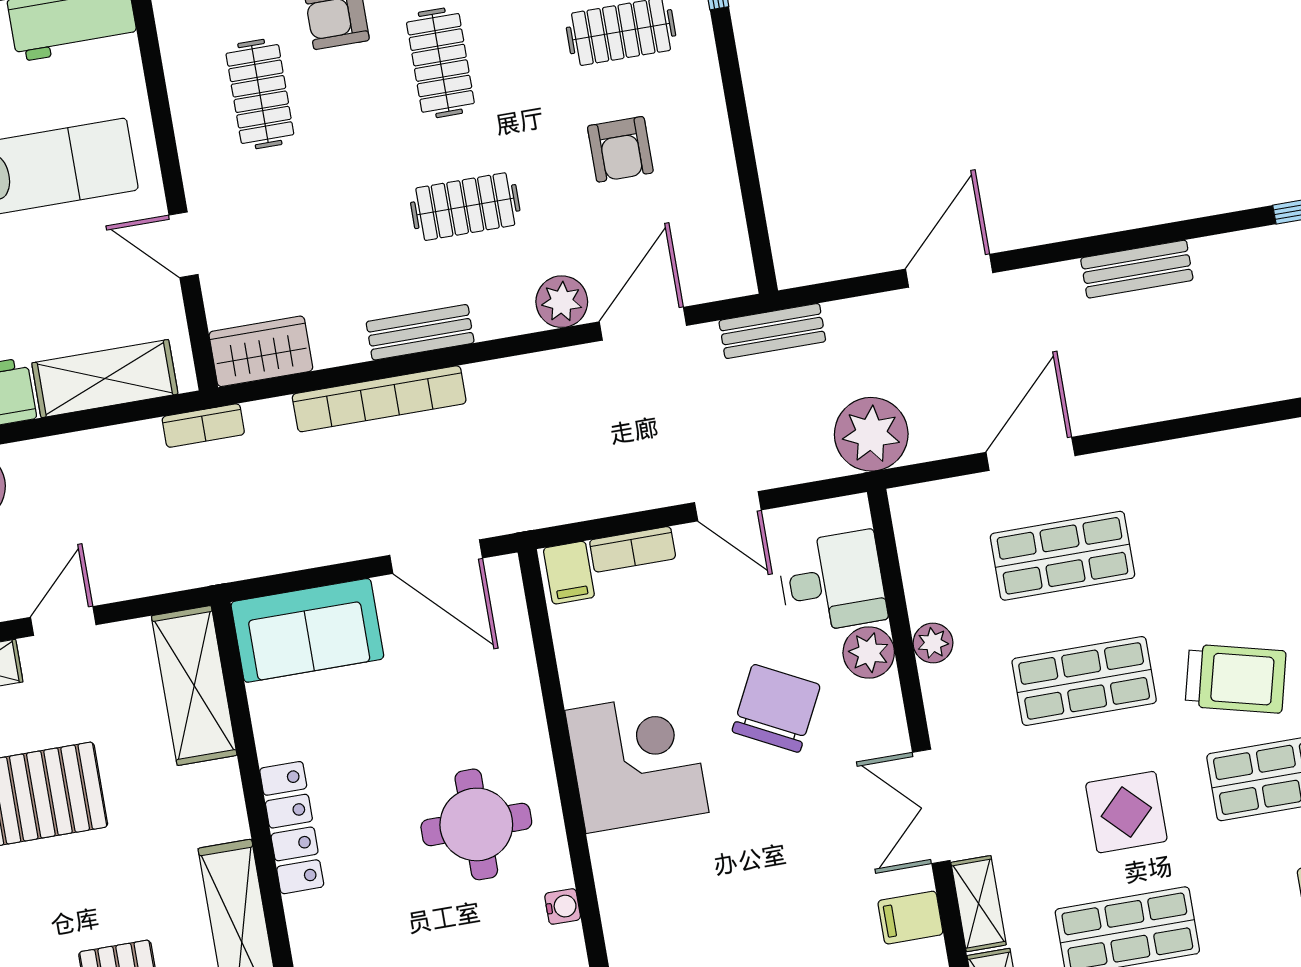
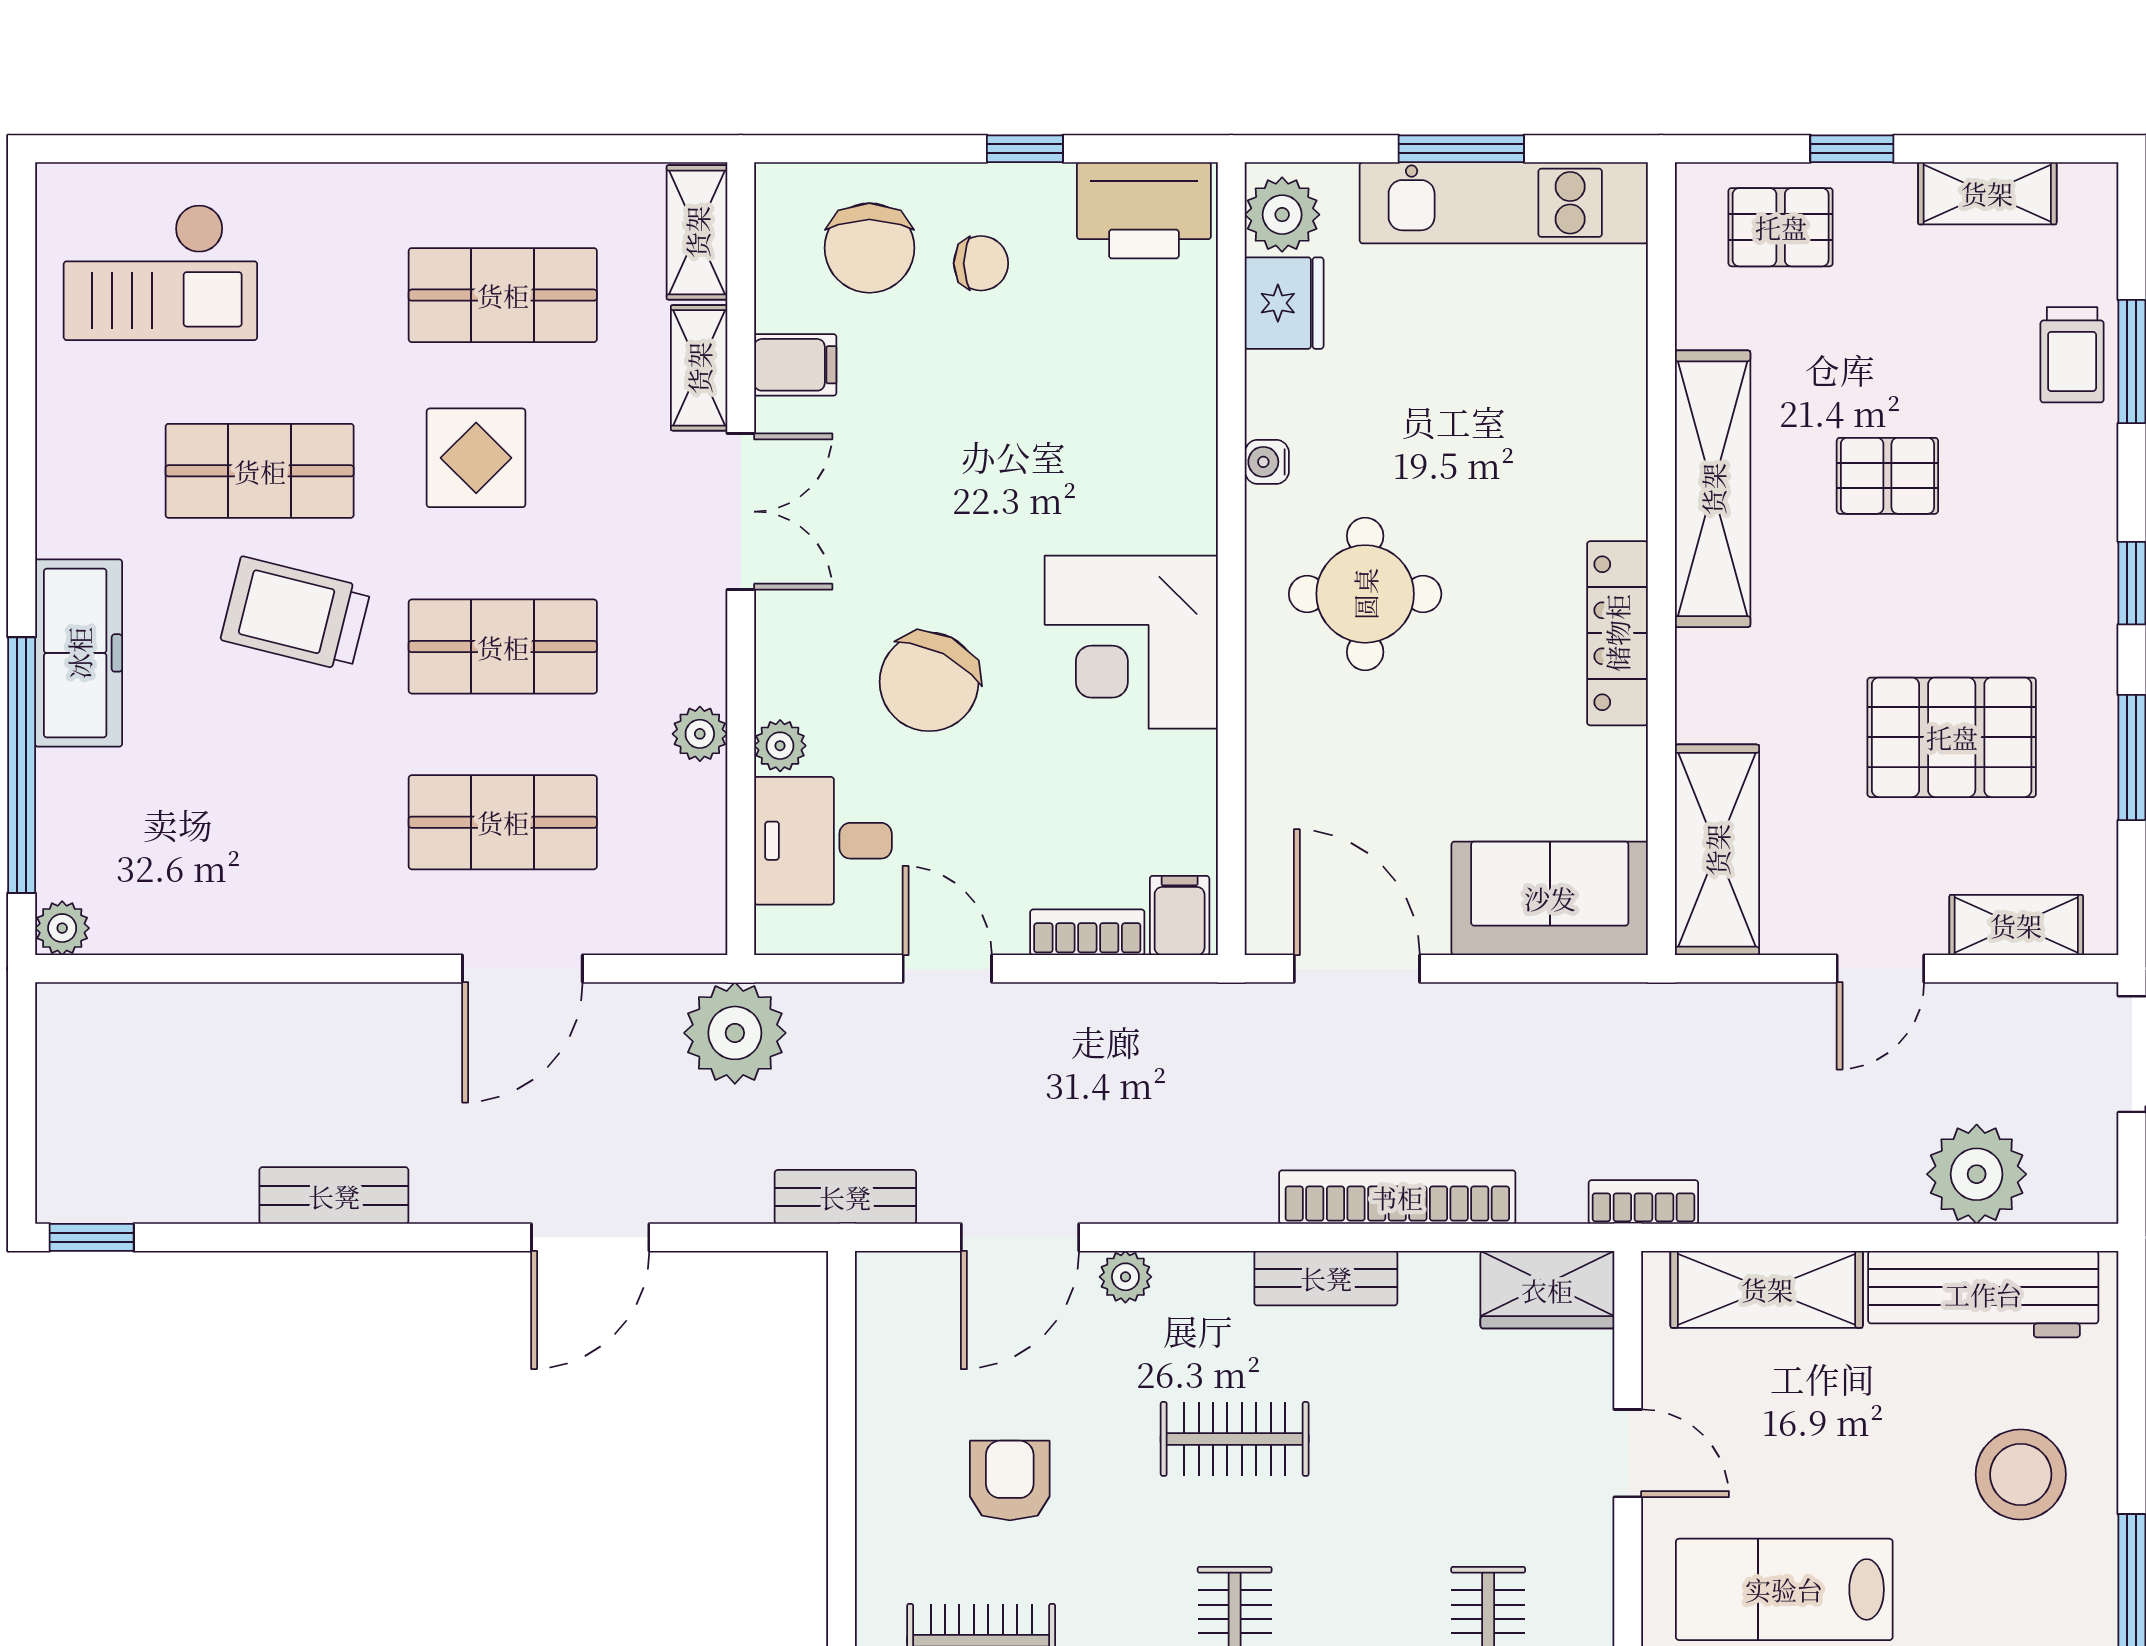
plant: (562, 302) -> (1125, 1277), width x0.73, depth x0.73
plant: (869, 653) -> (780, 746), width x0.73, depth x0.73

